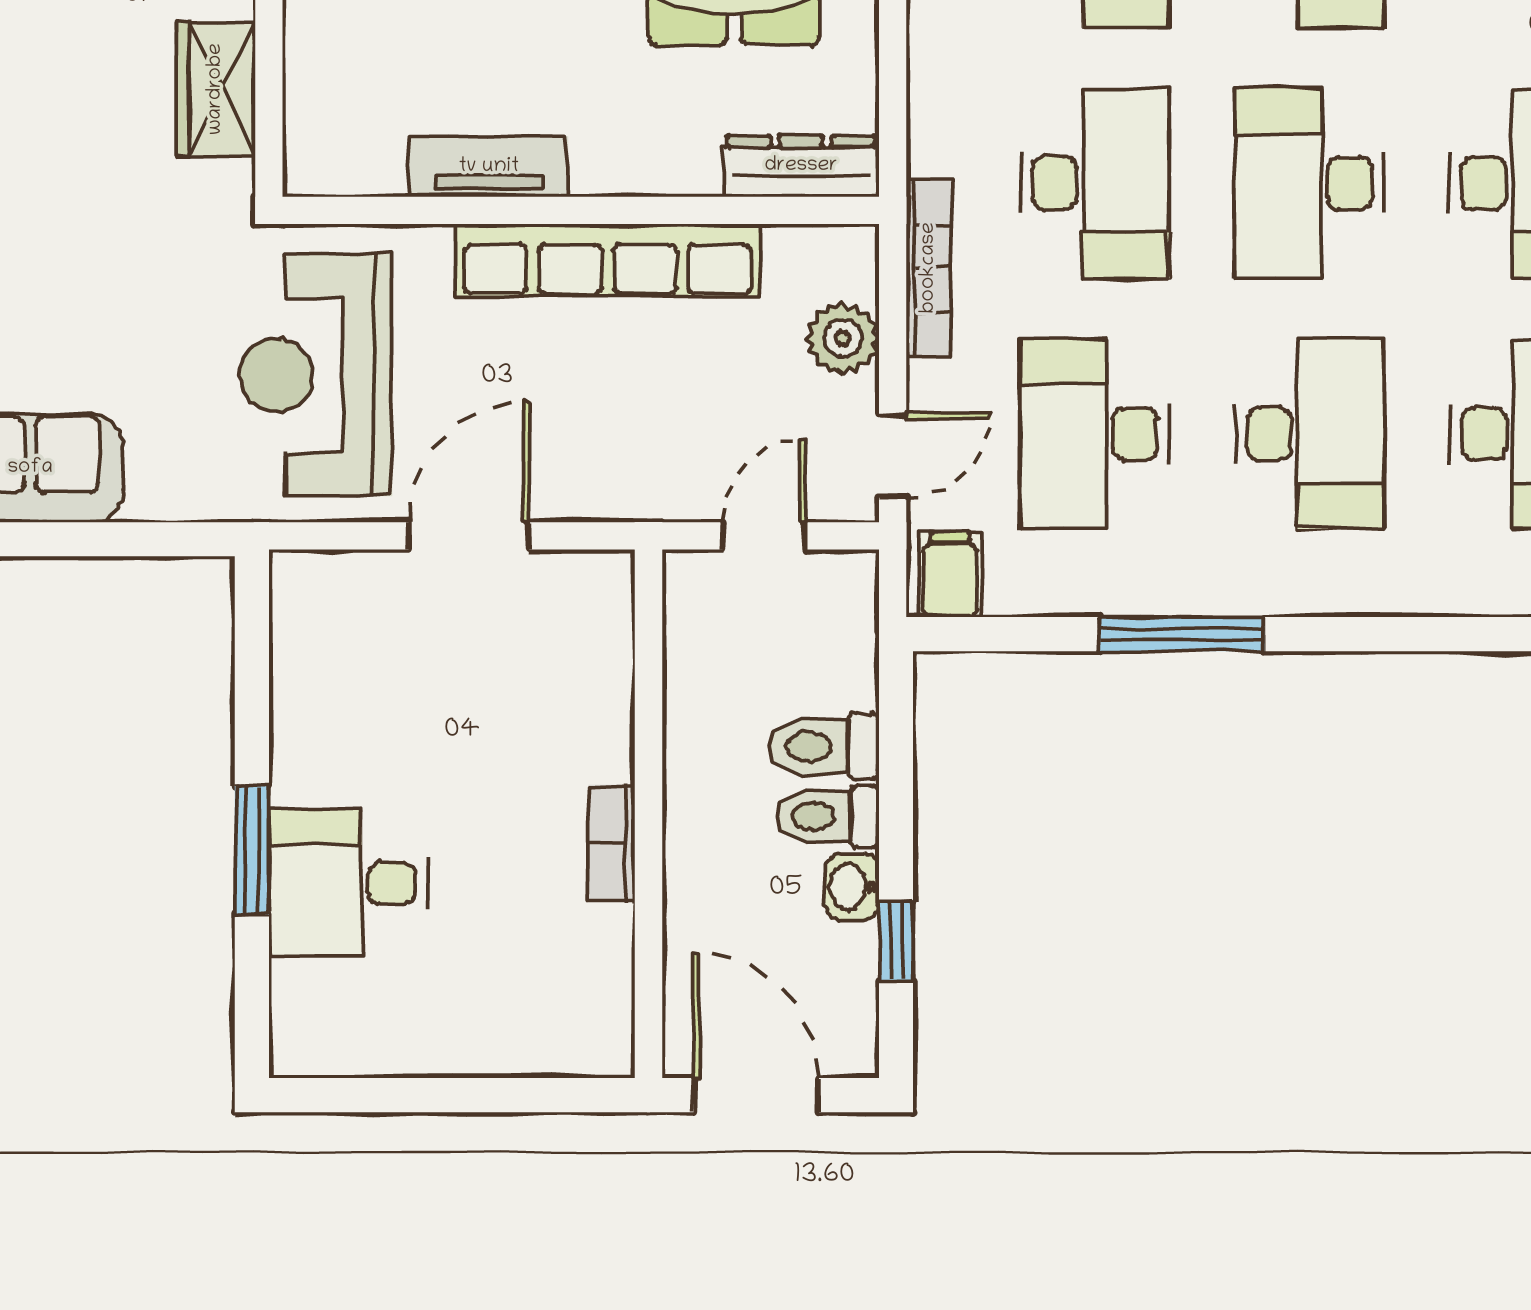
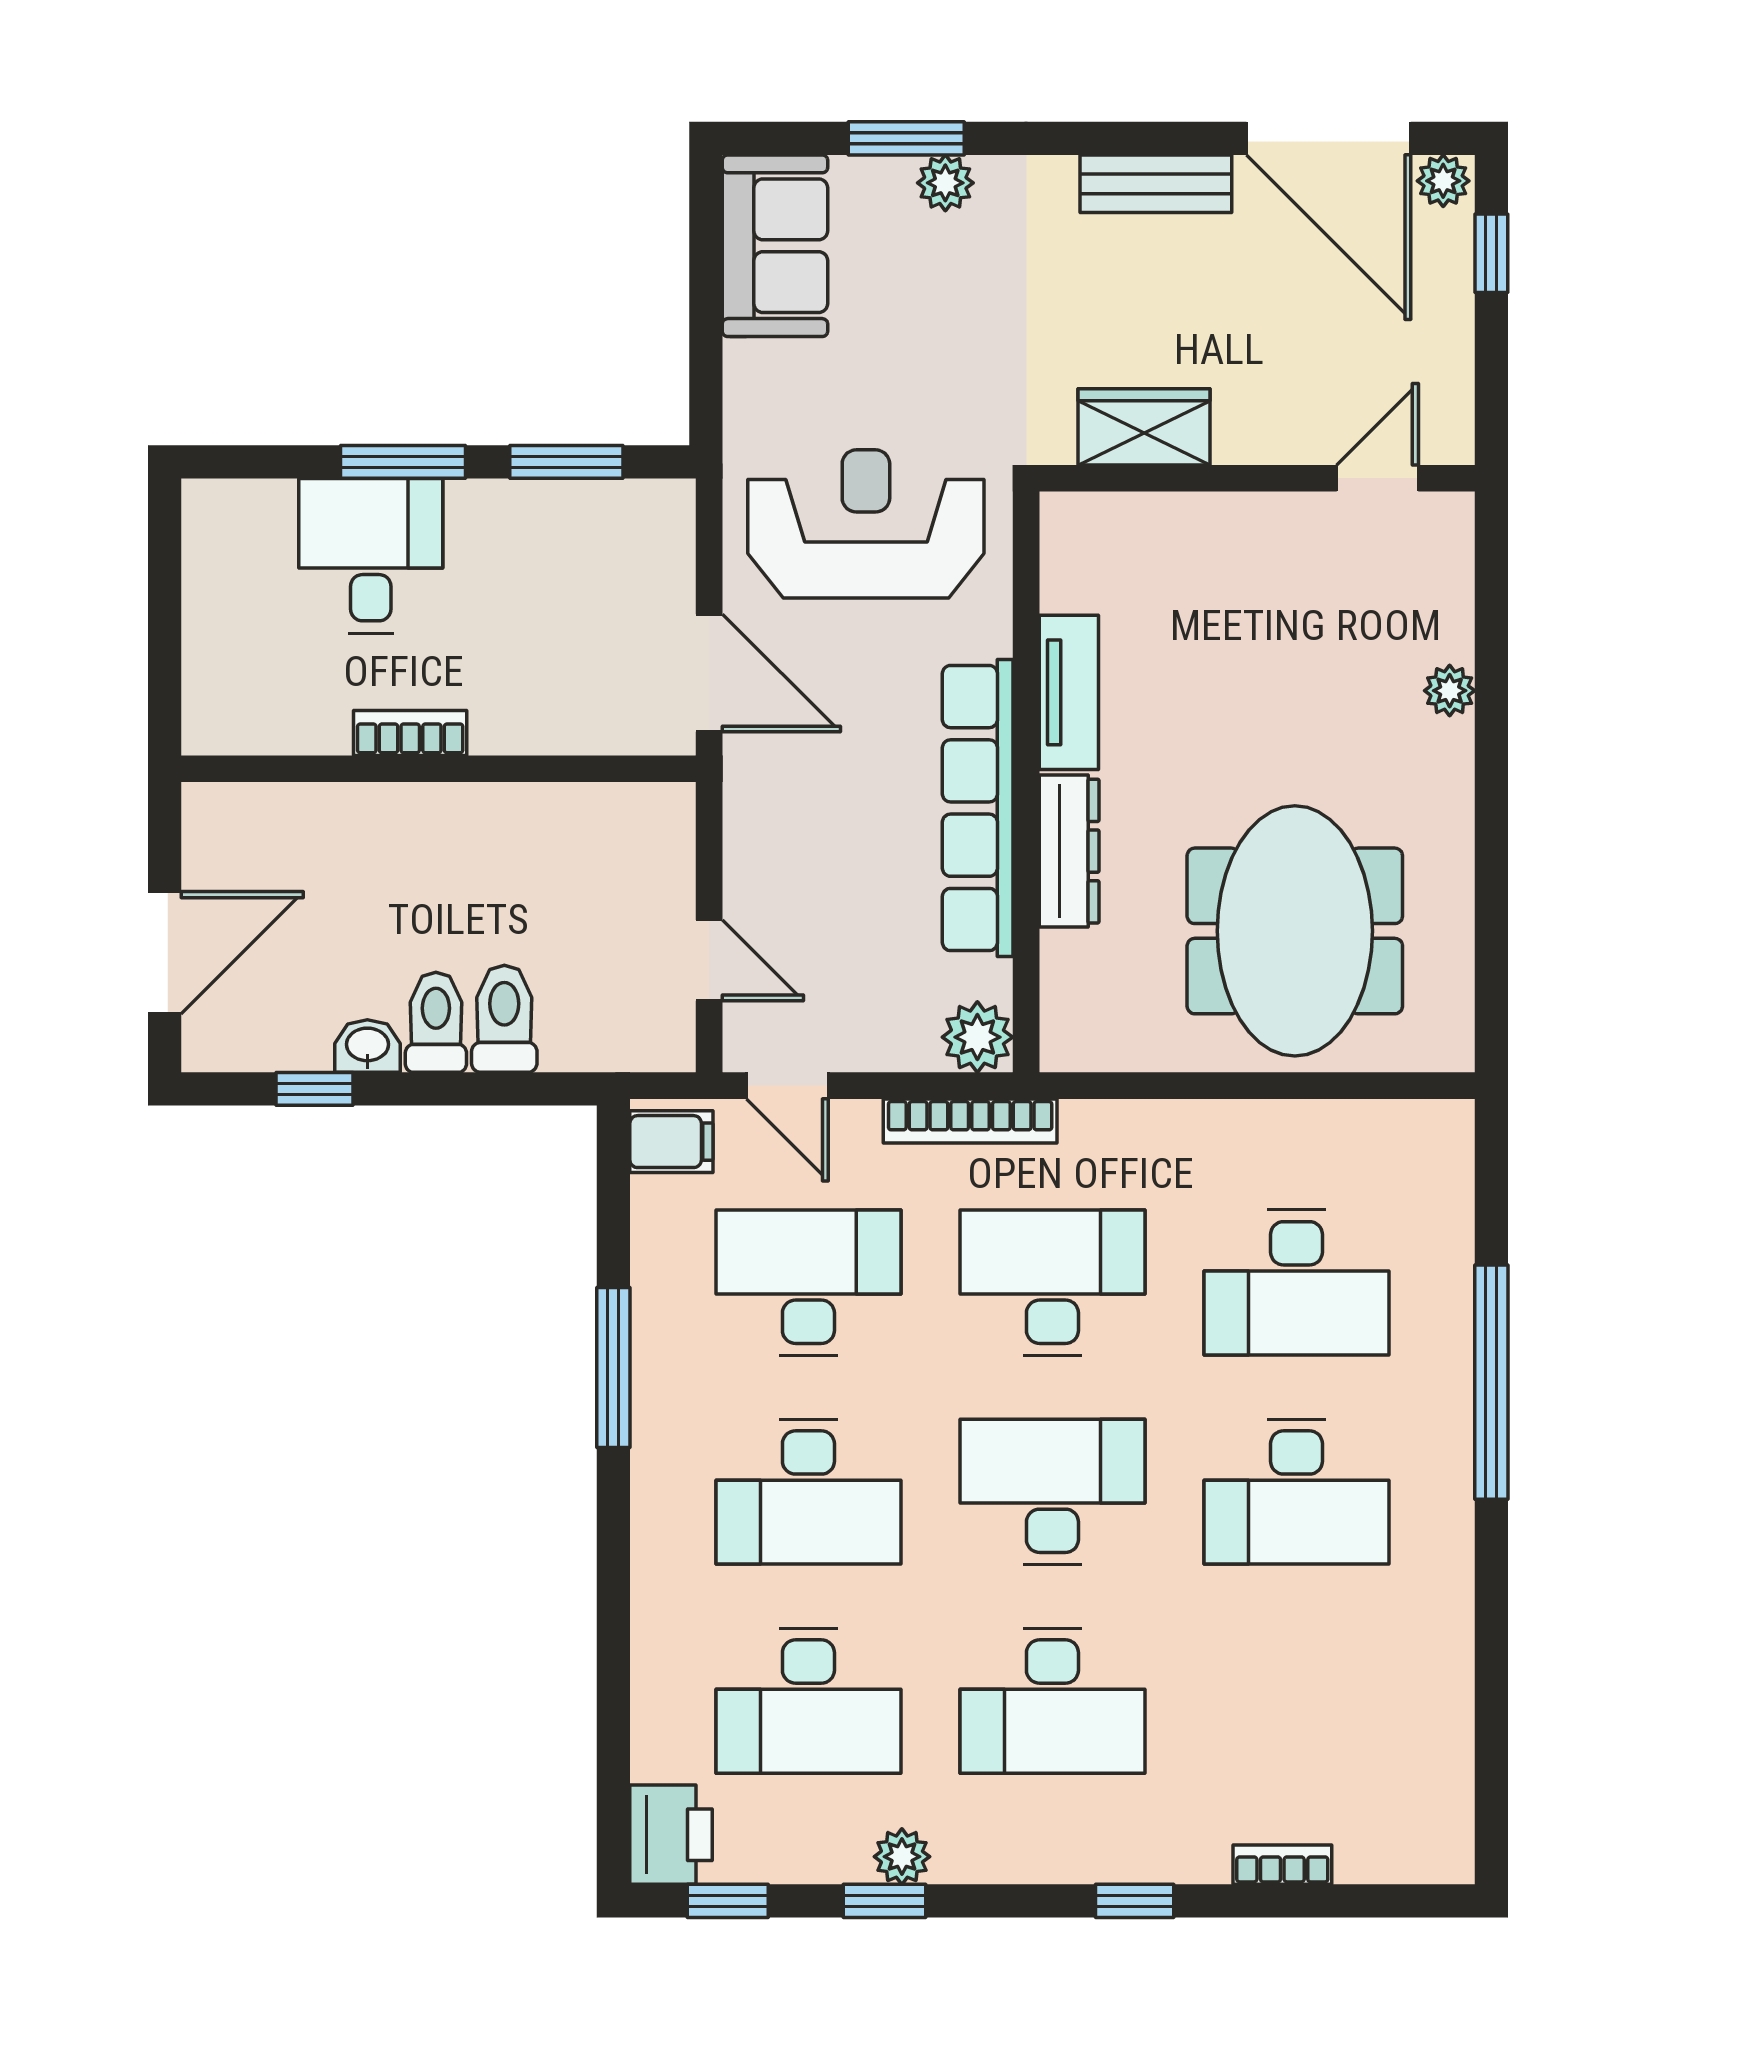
dresser: (801, 166) -> (1069, 851), moved
desk: (1095, 183) -> (1052, 1283), turned 180
plant: (843, 338) -> (977, 1037), moved
window: (252, 682) -> (566, 462), added
wall: (649, 814) -> (439, 769), moved
bookcase: (612, 843) -> (410, 733), moved

